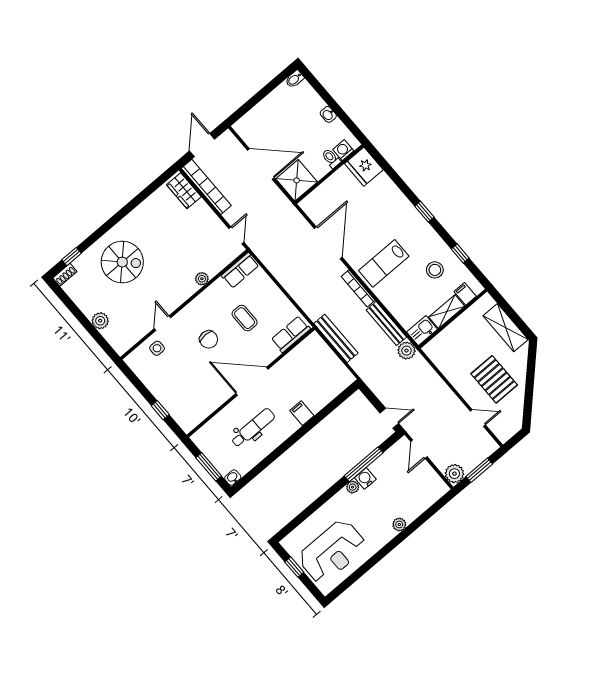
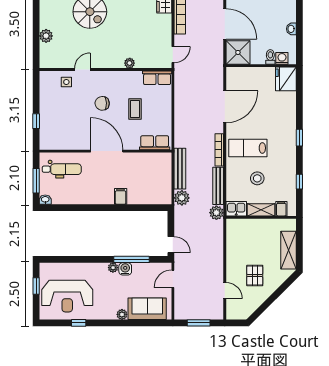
stool: (435, 270) -> (257, 178), moved
chair: (209, 339) -> (102, 103), turned 88
pallet: (494, 379) -> (255, 276), width x0.67, depth x0.71
dental chair: (253, 428) -> (62, 169), moved
plant: (454, 474) -> (182, 198), moved
sofa: (419, 499) -> (147, 309), added
window: (365, 568) -> (79, 323), added

